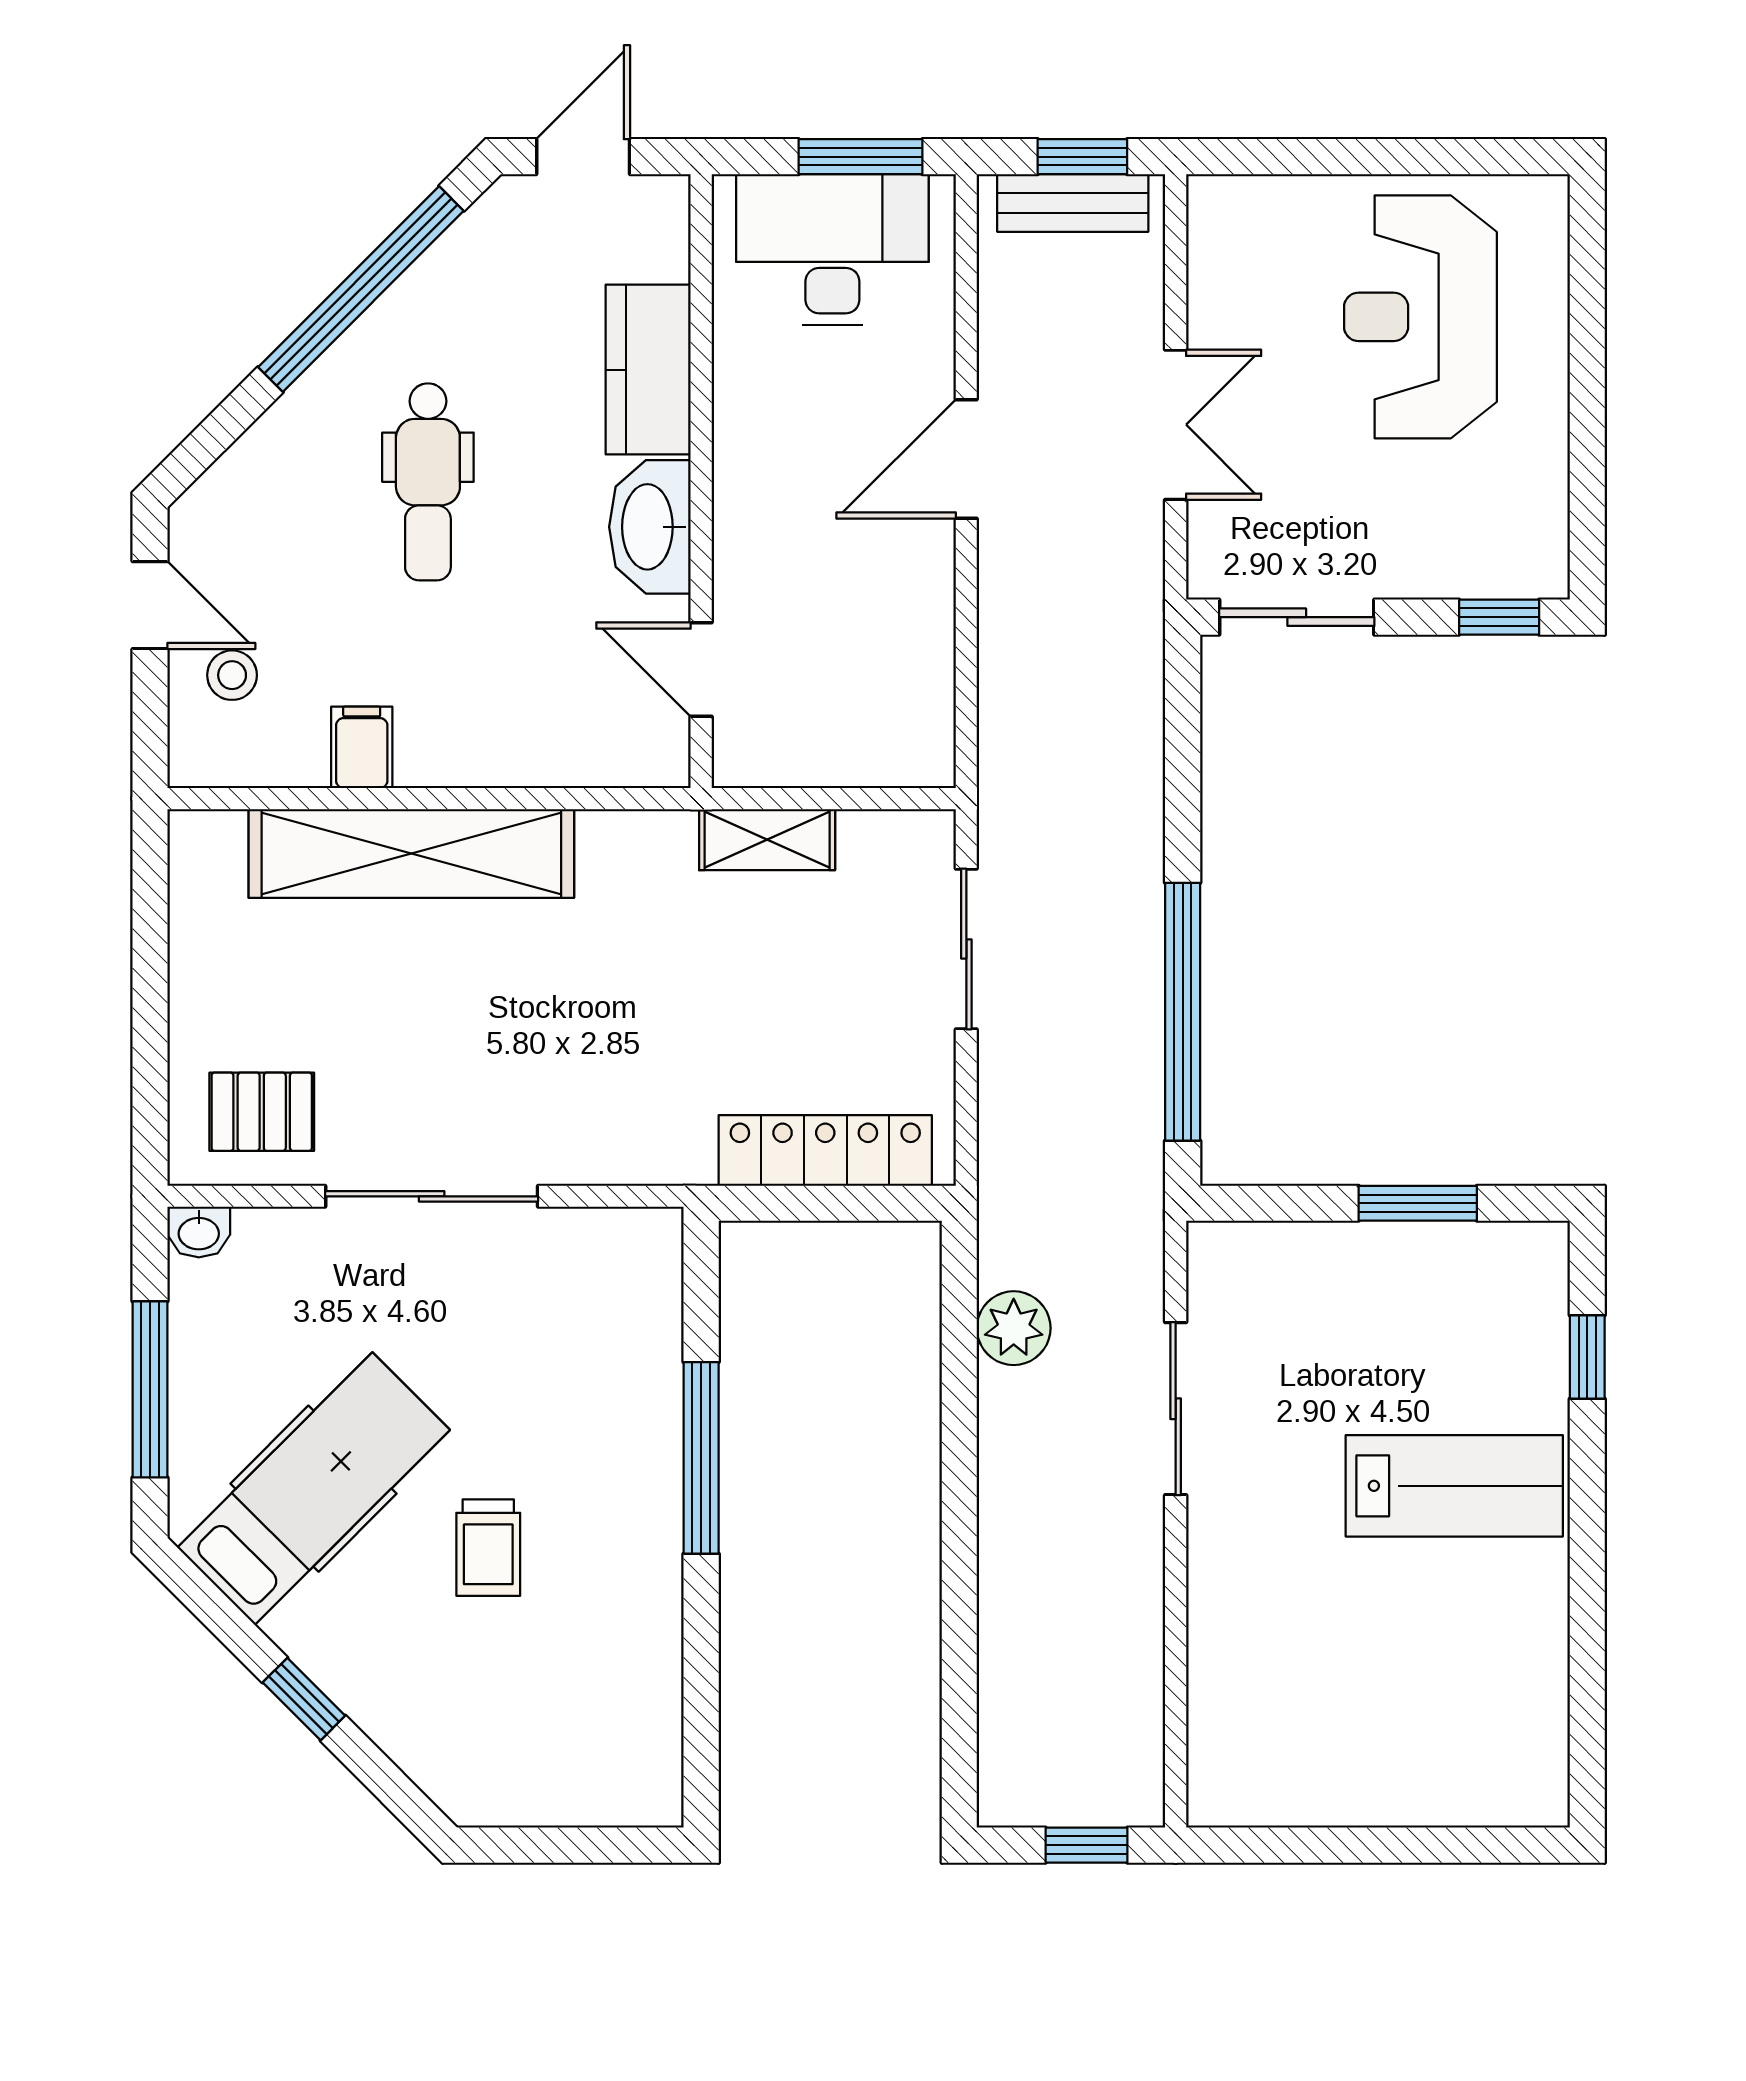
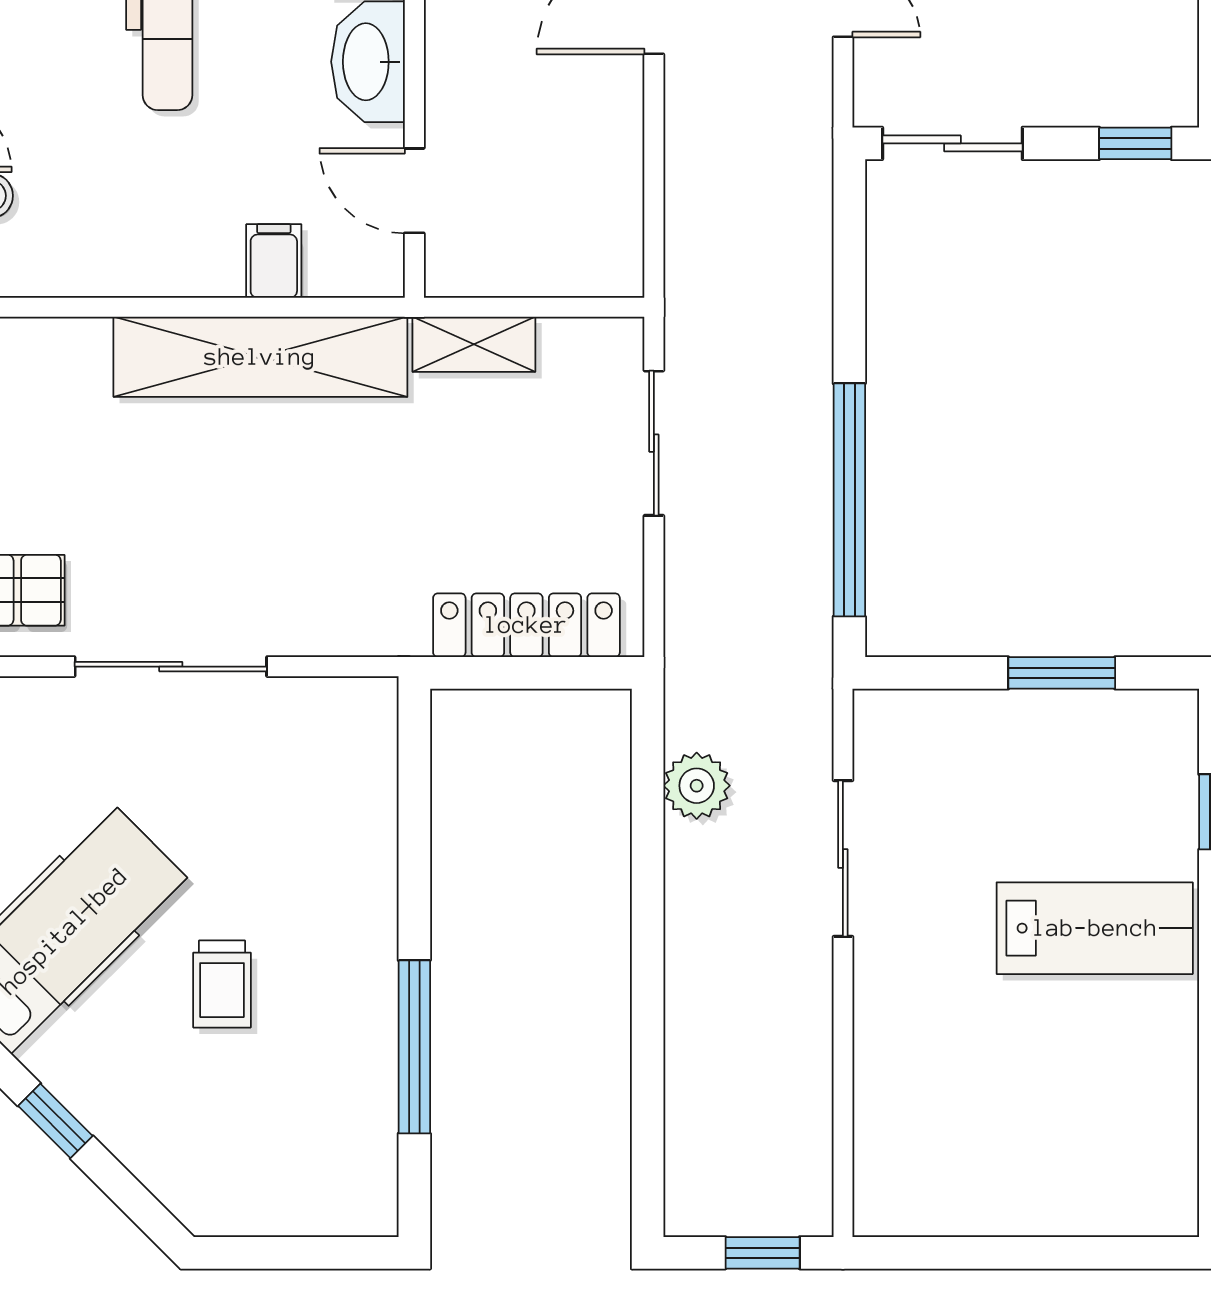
filing cabinet: (362, 747) -> (274, 261), moved
shelving: (411, 853) -> (260, 357), moved
window: (701, 1458) -> (414, 1047), moved

